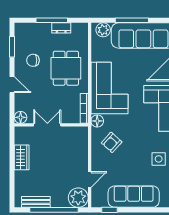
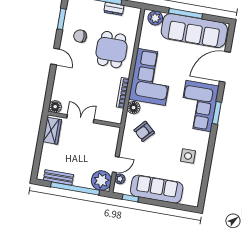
floor lamp: (21, 117) -> (55, 107), moved
double door: (47, 125) -> (80, 119), moved
wall: (51, 125) -> (84, 120), moved
plant: (96, 193) -> (120, 179), added

